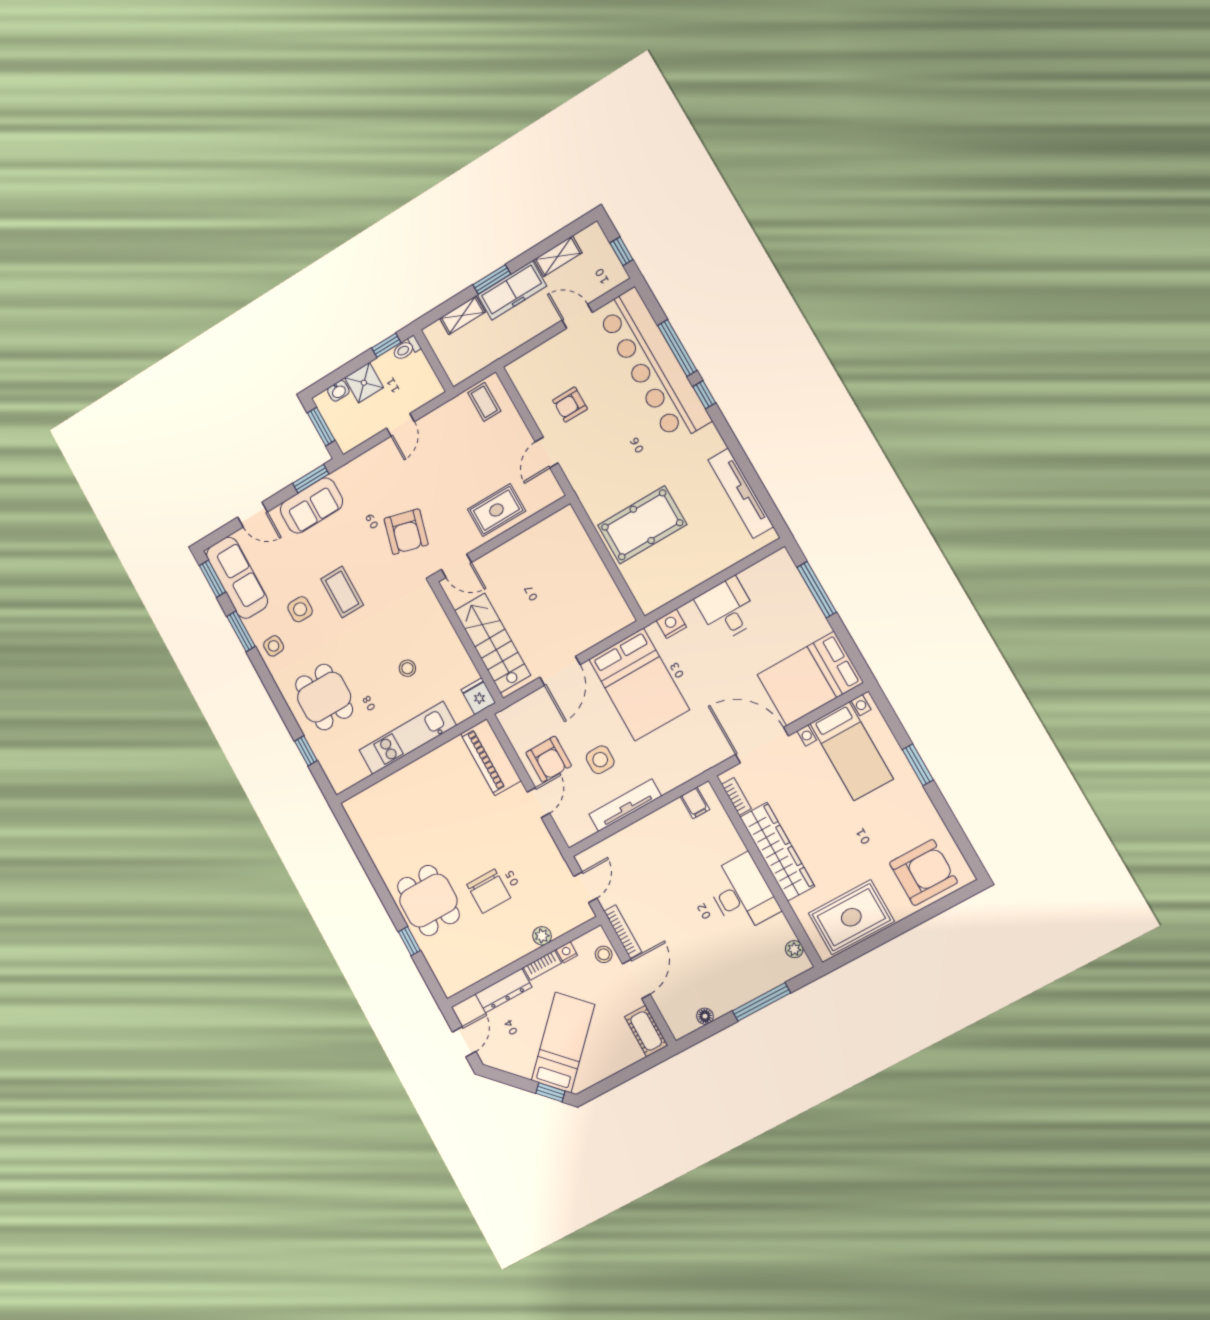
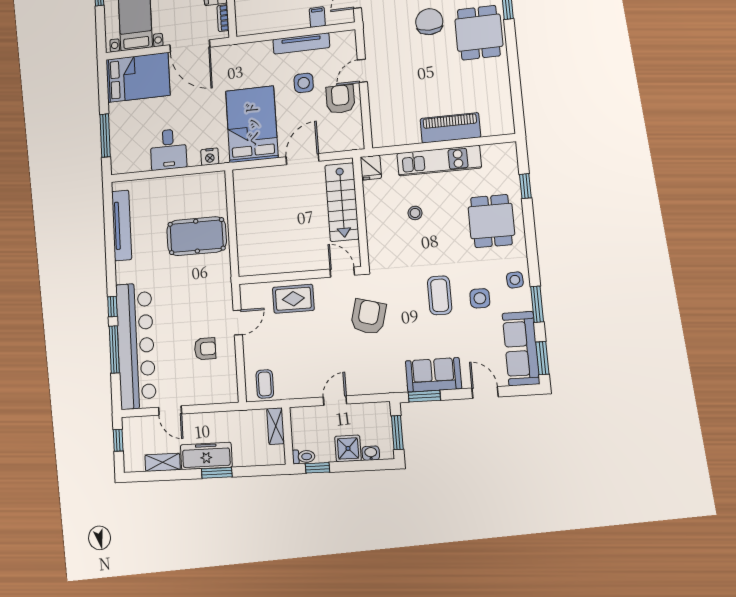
shelving: (462, 315) -> (276, 426), moved, turned 90
piano: (491, 757) -> (450, 128), moved, turned -90
filing cabinet: (695, 803) -> (317, 17), moved

